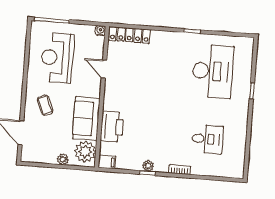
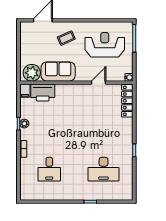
desk: (213, 71) -> (104, 169), width x0.73, depth x0.77
printer: (112, 127) -> (43, 92), moved
plant: (63, 159) -> (24, 55), removed

